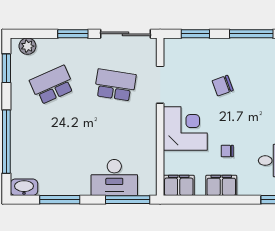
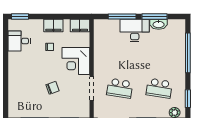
school desk: (52, 85) -> (159, 88), turned 33
desk: (114, 177) -> (135, 30), moved
washbasin: (24, 187) -> (159, 24), moved
window: (128, 200) -> (122, 17), moved

